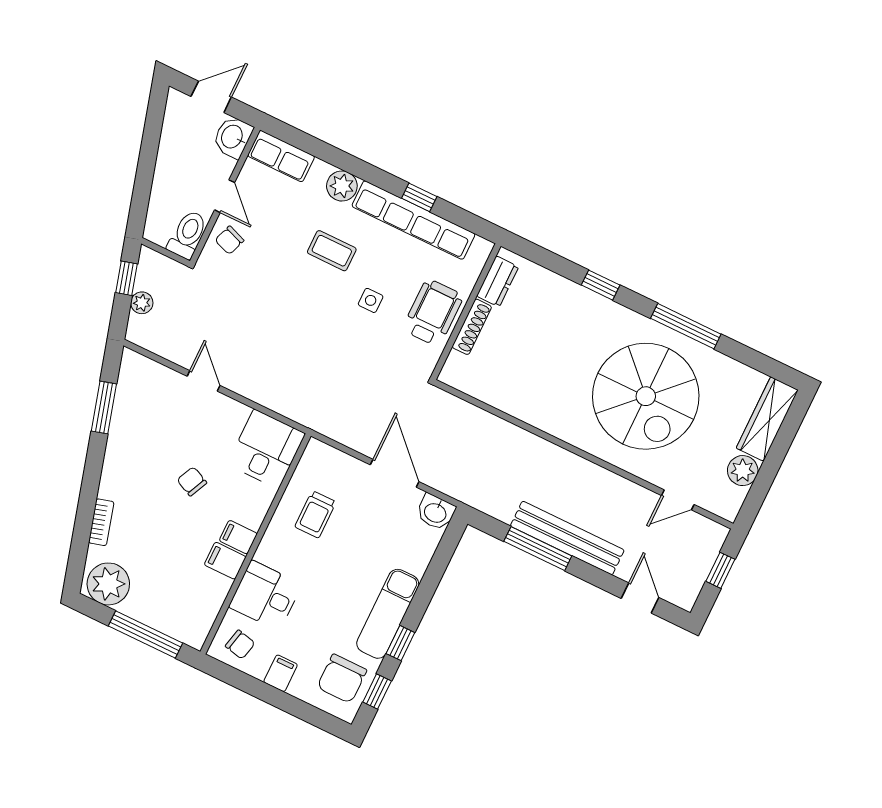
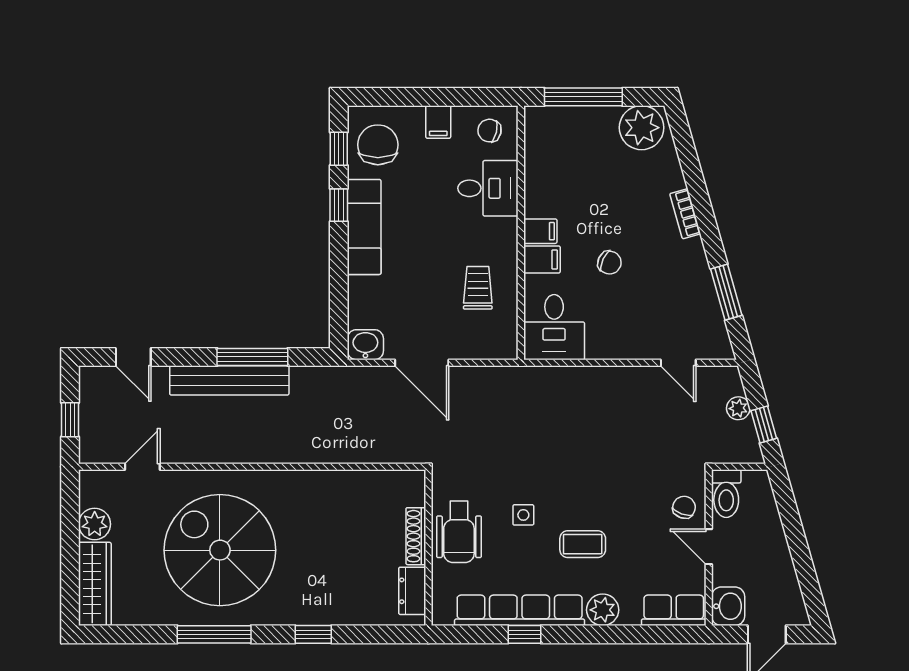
door: (204, 381) -> (678, 363), moved
bookcase: (101, 522) -> (685, 214), moved
filing cabinet: (225, 561) -> (542, 259), moved

